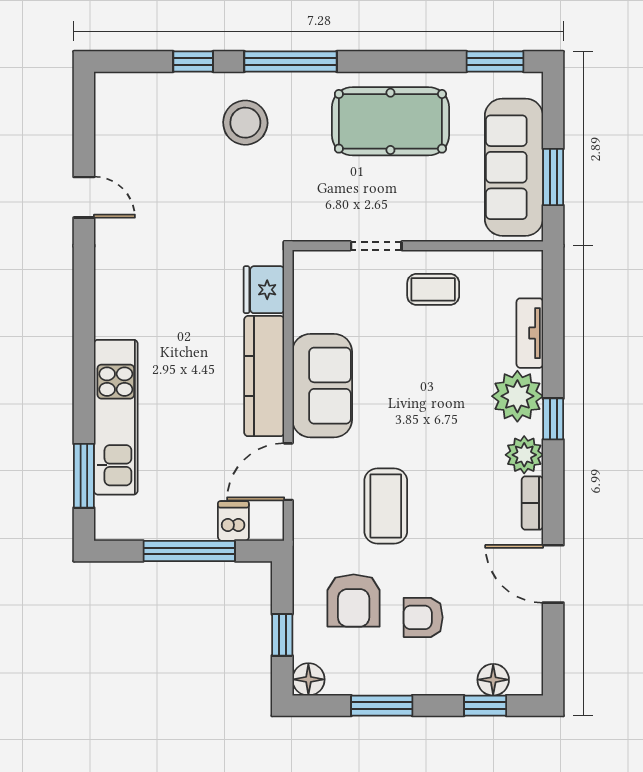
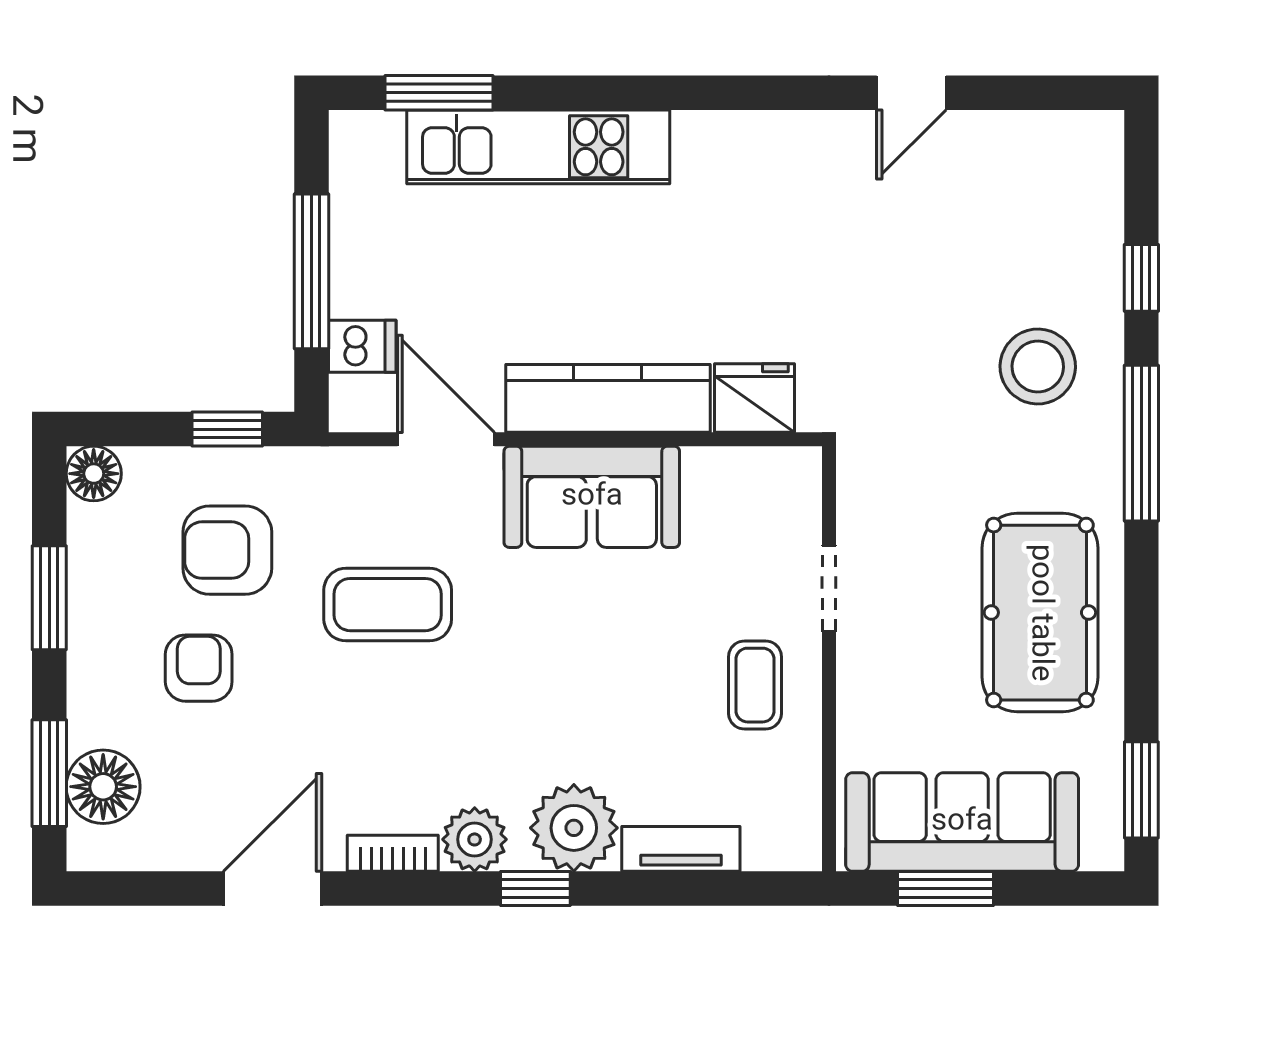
window: (282, 635) -> (227, 429), moved
floor lamp: (493, 680) -> (103, 787), width x1.38, depth x1.38
window: (485, 706) -> (49, 773), width x1.50

